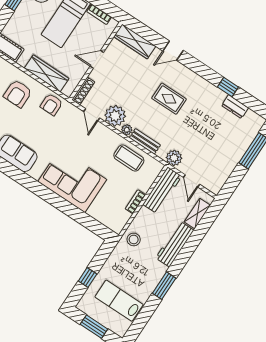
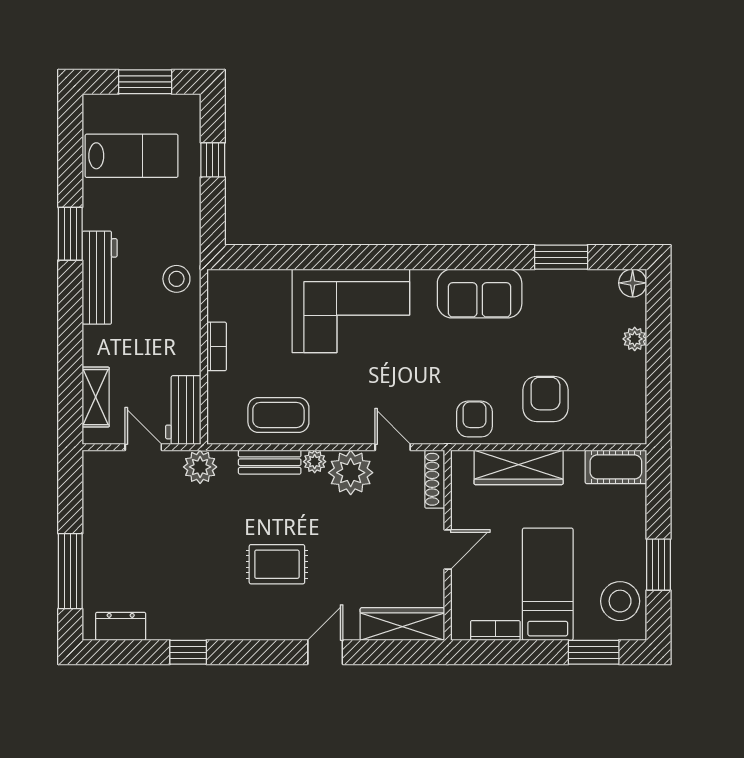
dresser: (235, 107) -> (121, 626), moved
workbench: (162, 190) -> (183, 410), width x0.73
workbench: (175, 244) -> (100, 278), moved

